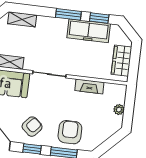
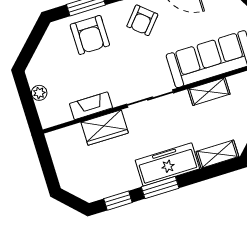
freezer: (89, 31) -> (167, 164), moved
wardrobe: (121, 61) -> (105, 128), moved, turned 90

